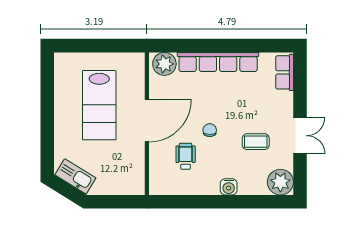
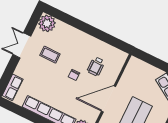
water cooler: (229, 187) -> (79, 36), removed

